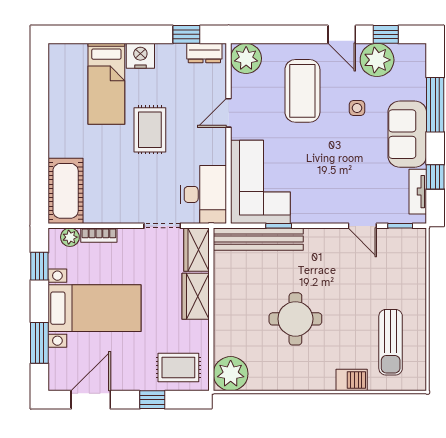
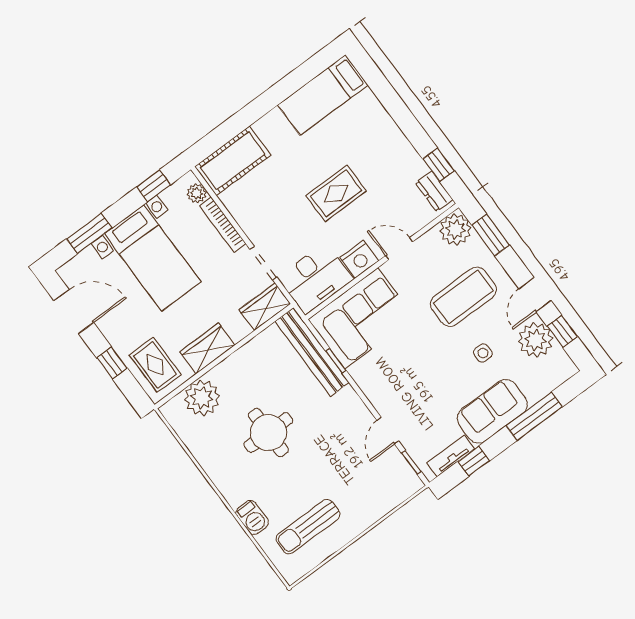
window: (270, 34) -> (491, 235), added
nightstand: (140, 56) -> (359, 259), moved, turned 90
bed: (106, 84) -> (323, 95), moved
bookcase: (99, 235) -> (223, 225), width x1.56
wardrobe: (196, 296) -> (207, 348), moved
plant: (231, 374) -> (202, 398), moved

